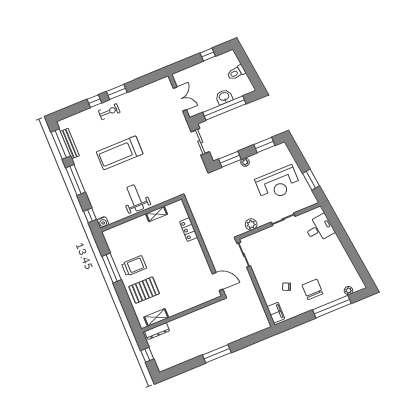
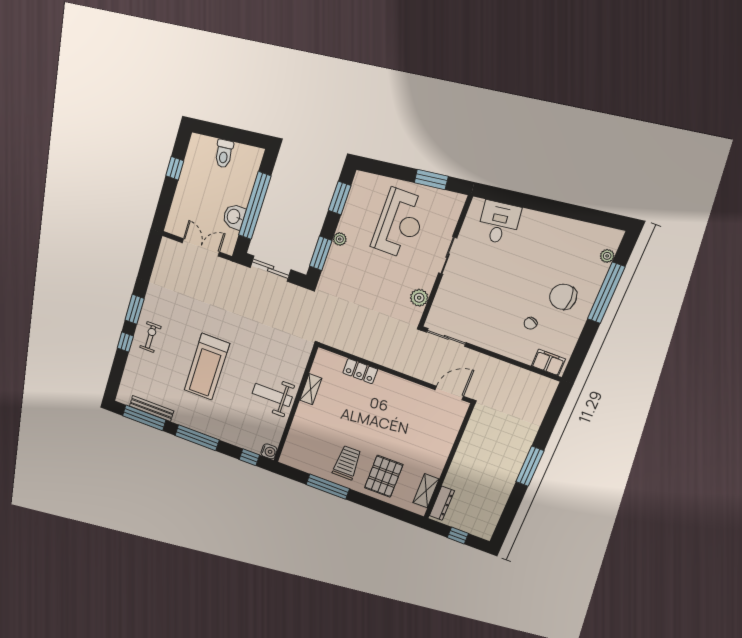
washbasin: (224, 97) -> (234, 217), moved

